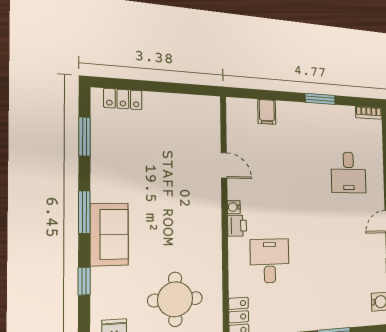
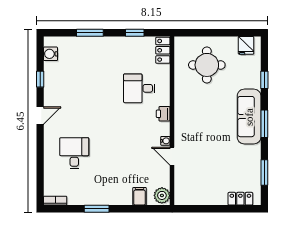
plant: (237, 111) -> (162, 195), added
water cooler: (234, 207) -> (165, 141), moved
sofa: (109, 234) -> (249, 117), width x1.36
desk: (270, 261) -> (139, 88), turned 90

